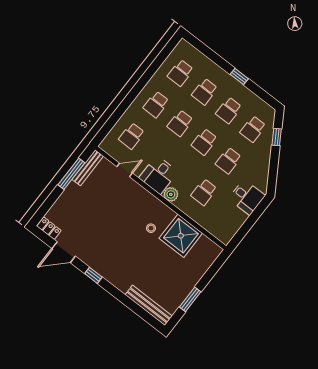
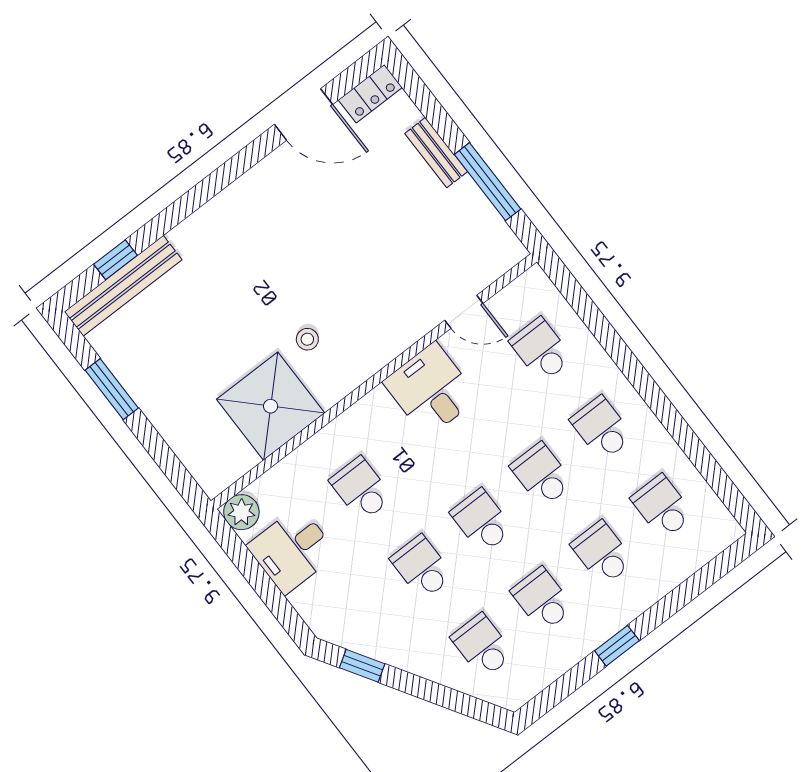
window: (277, 137) -> (362, 666), moved
bench: (88, 168) -> (436, 153), moved, width x0.73
door: (125, 170) -> (464, 312), hinge flipped
plant: (171, 194) -> (241, 512), moved
desk: (247, 197) -> (292, 550), moved
door: (64, 252) -> (303, 114), swing flipped
window: (93, 275) -> (116, 260), moved

